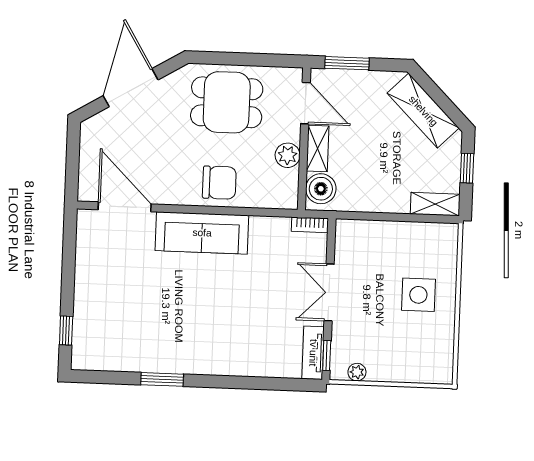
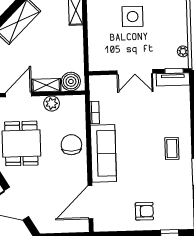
bookcase: (310, 225) -> (94, 112), moved
armchair: (104, 292) -> (144, 211), added
coffee table: (202, 344) -> (172, 149), added

